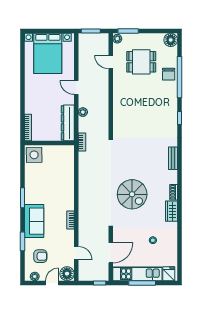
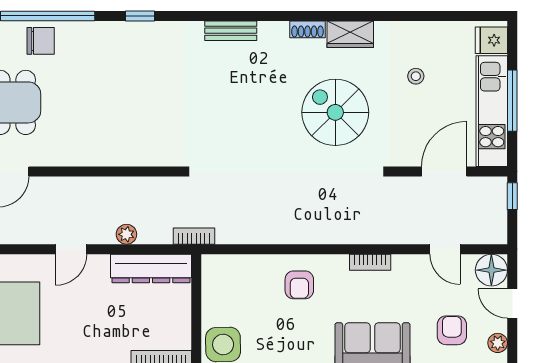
armchair: (60, 189) -> (299, 285), added
spiral stairs: (132, 194) -> (335, 112), moved, turned -90
door: (76, 253) -> (445, 249), swing flipped
door: (111, 253) -> (444, 171), hinge flipped

